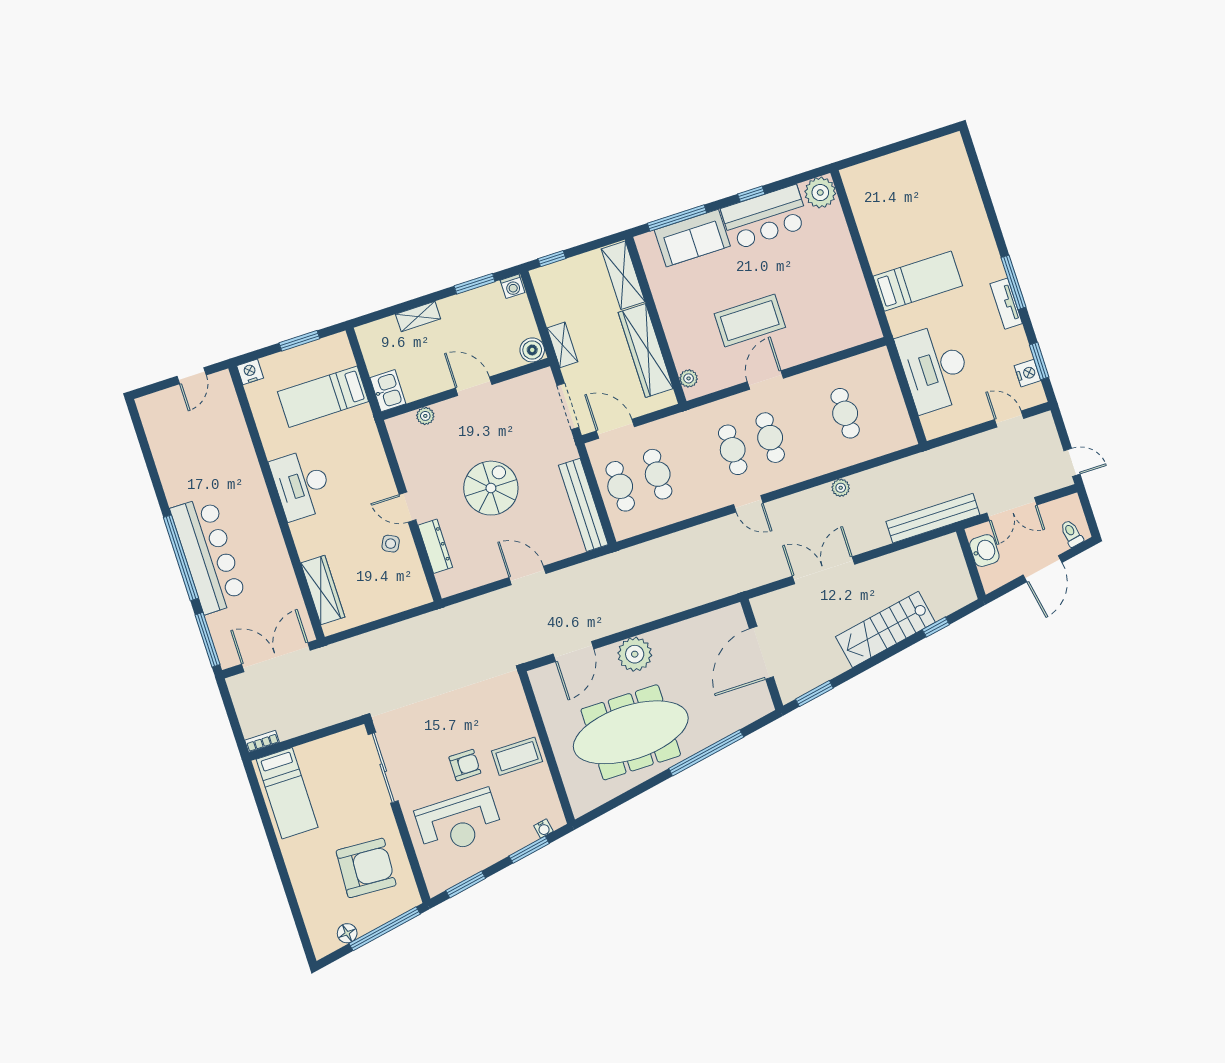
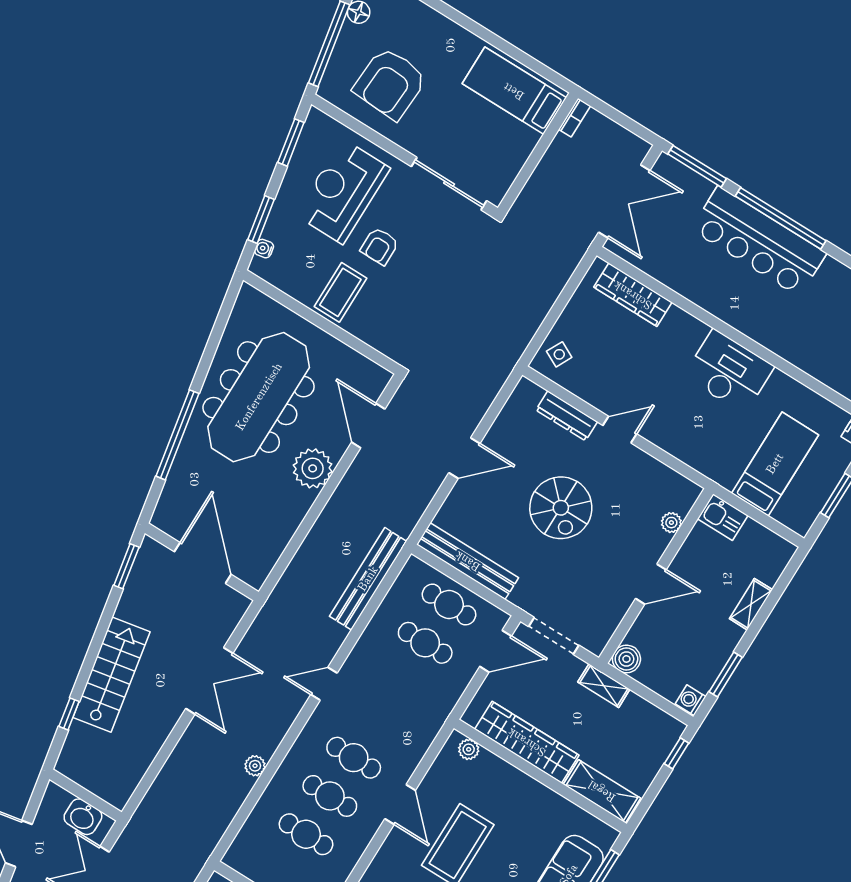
cafe table: (733, 450) -> (330, 796), moved
bench: (933, 518) -> (368, 579), moved
side table: (391, 544) -> (559, 354), moved

